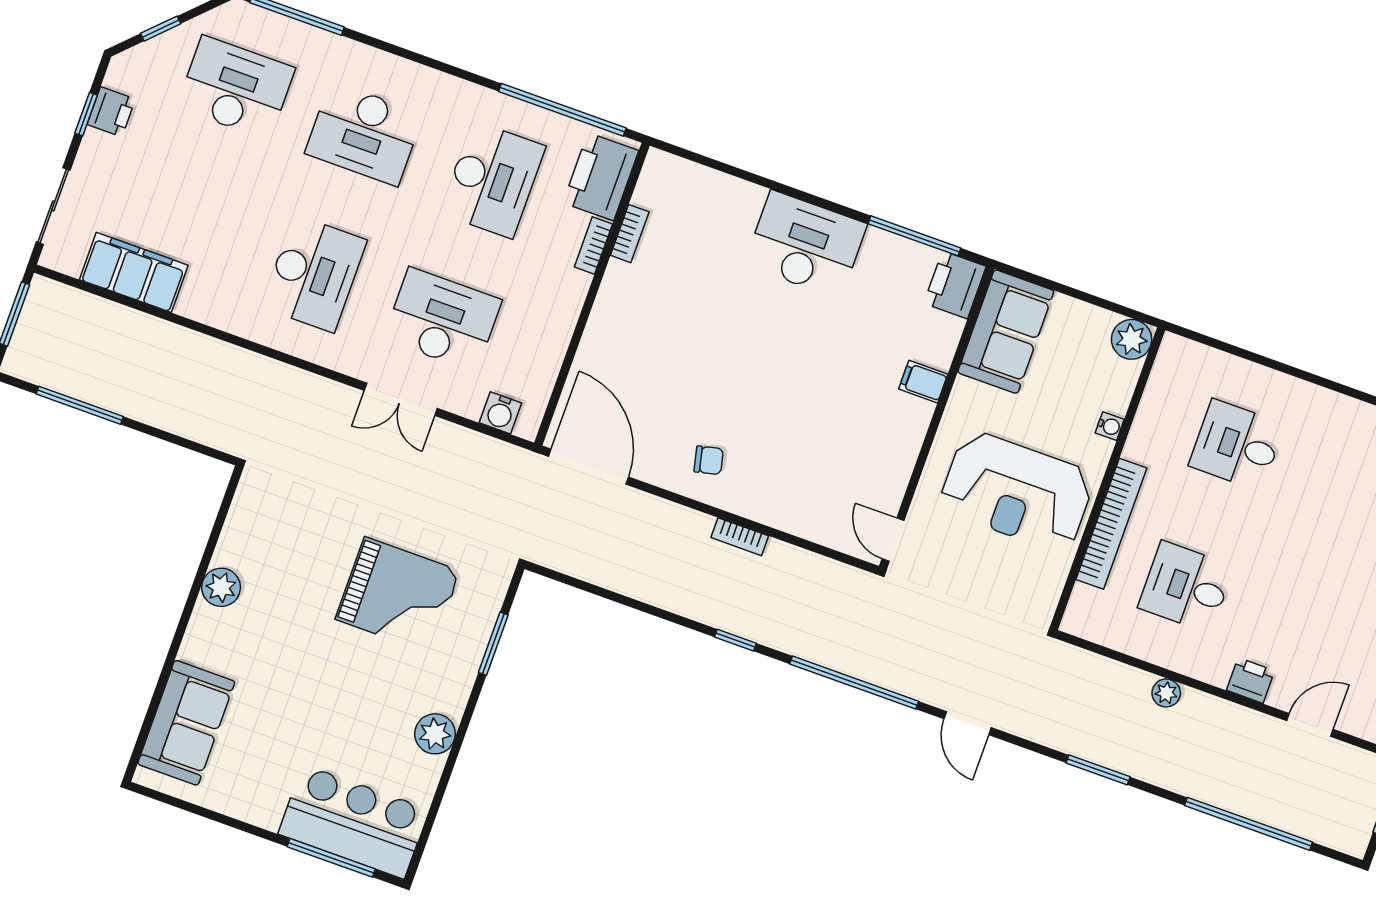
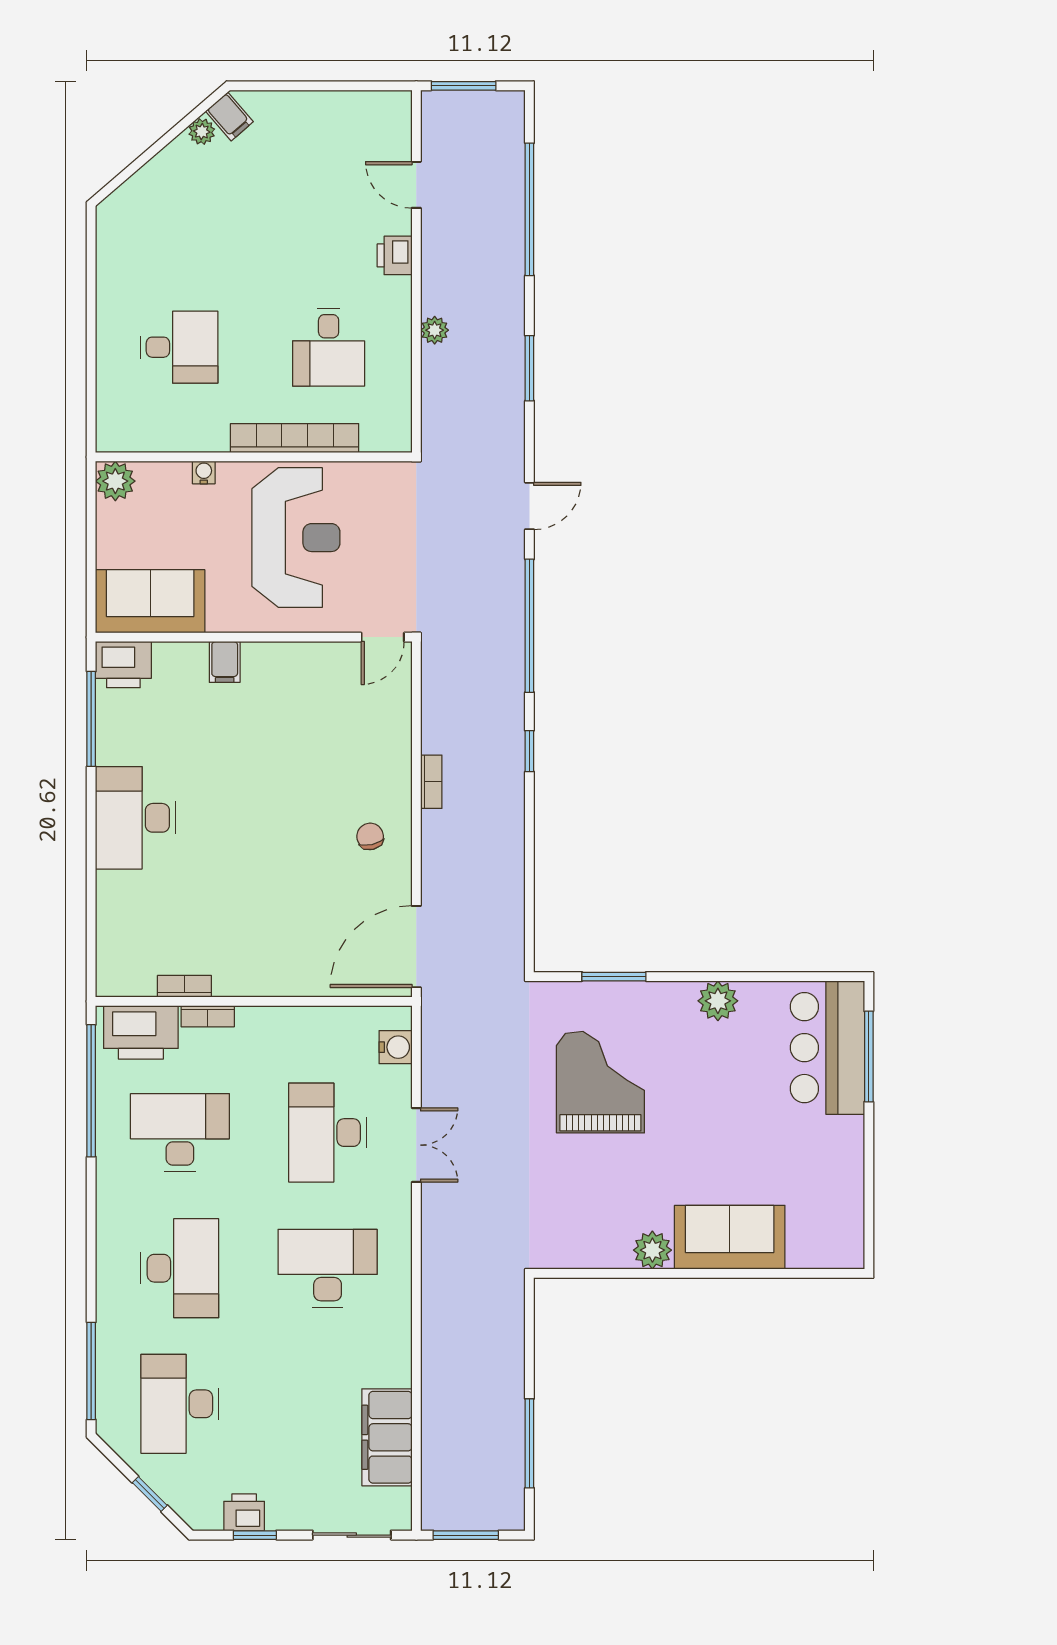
desk: (1237, 445) -> (179, 347), turned -90
sofa: (186, 723) -> (730, 1237), moved

